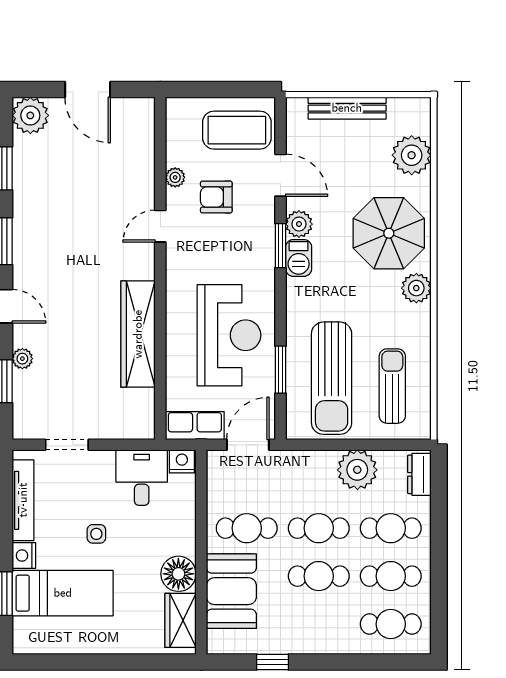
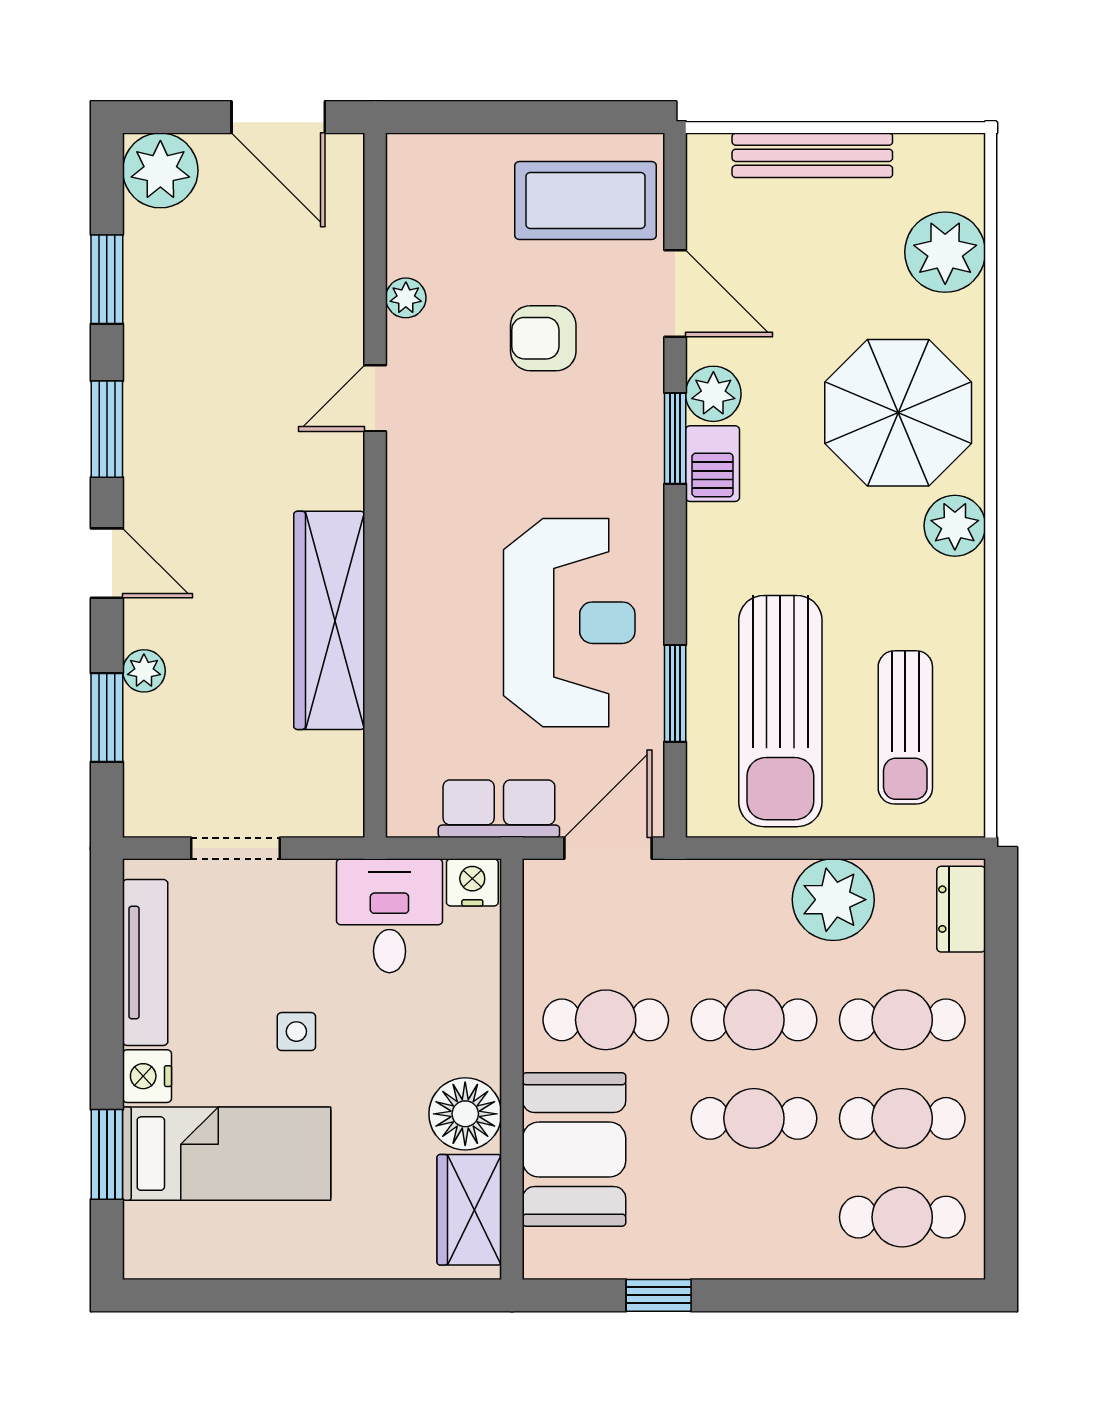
plant: (175, 177) -> (406, 298), moved
door: (160, 226) -> (375, 398), moved
wall: (160, 268) -> (375, 485), moved
wardrobe: (138, 334) -> (329, 620), moved
sun lounger: (392, 386) -> (905, 727), turned 180

